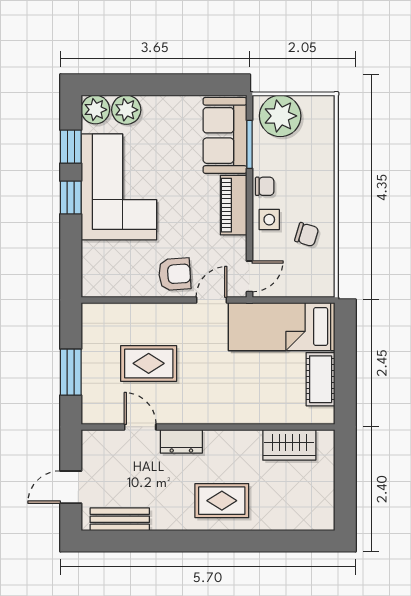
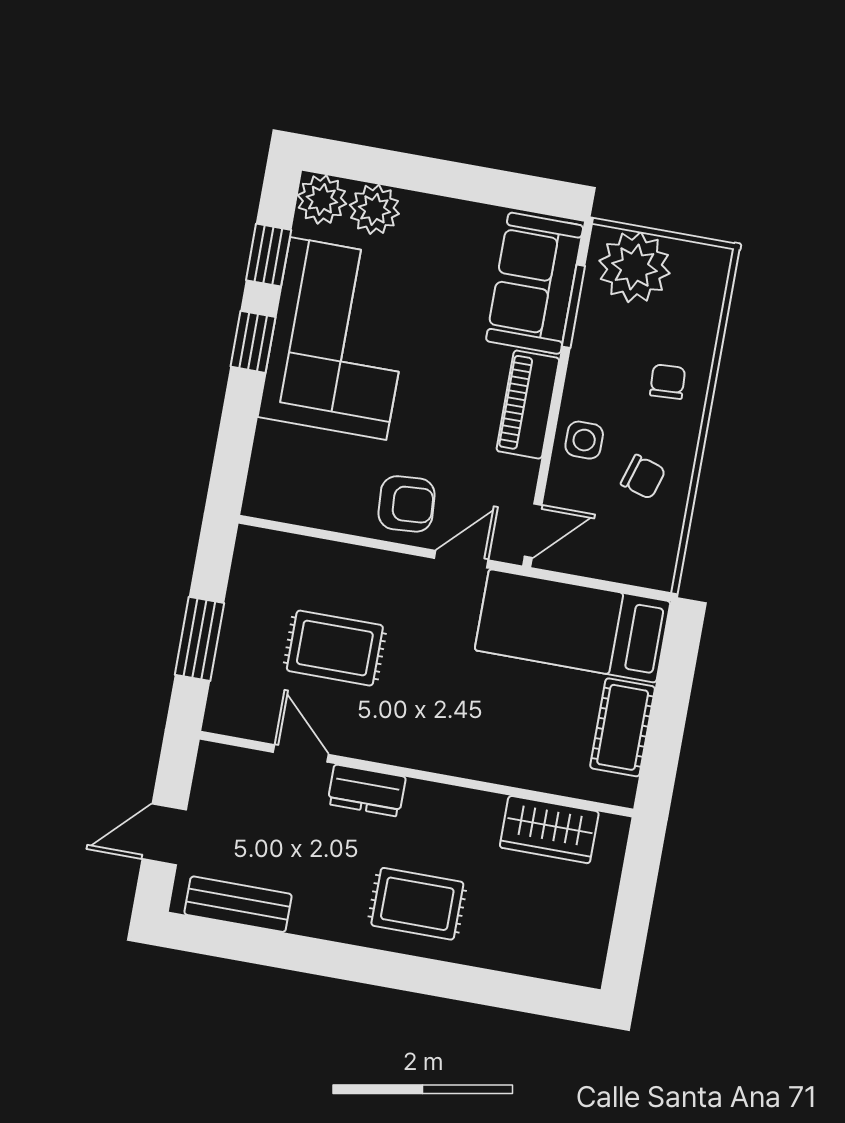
chair: (265, 186) -> (668, 382), moved, turned -93

